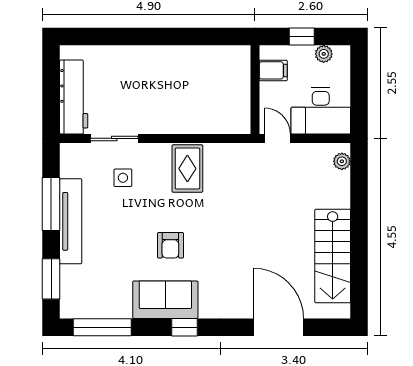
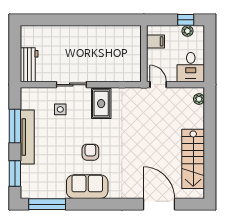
window: (302, 37) -> (186, 20), moved
workbench: (74, 97) -> (29, 65), width x0.73
desk: (321, 111) -> (191, 67), width x0.73
sliding door: (114, 138) -> (71, 85), moved
armchair: (170, 245) -> (90, 152), turned 180
window: (185, 327) -> (99, 204), removed

